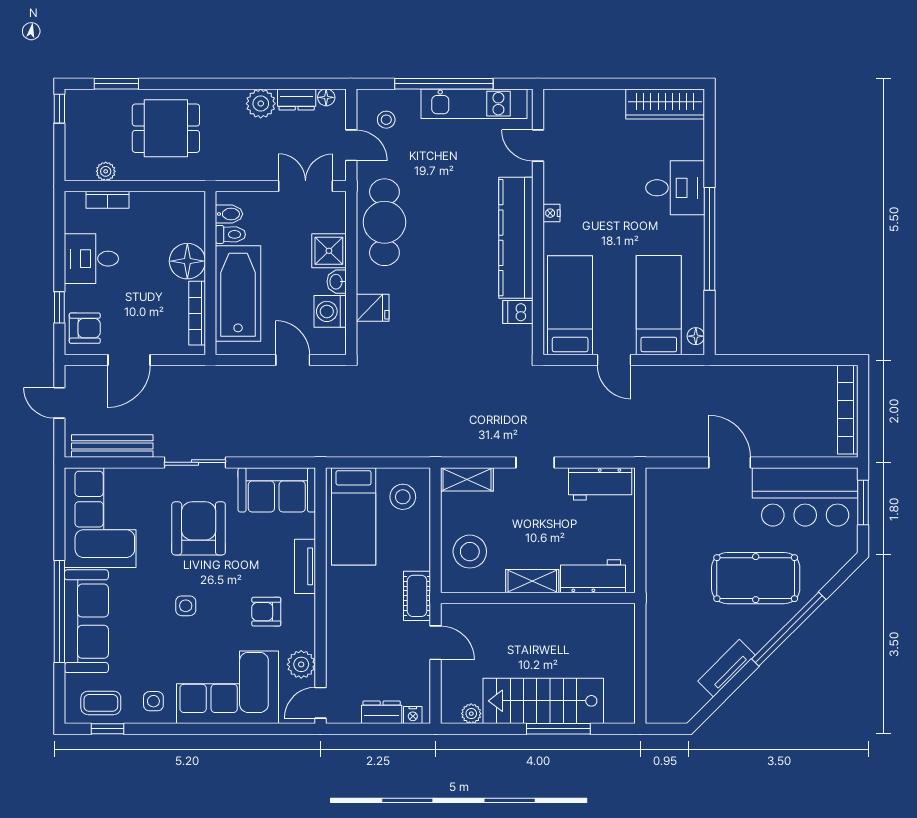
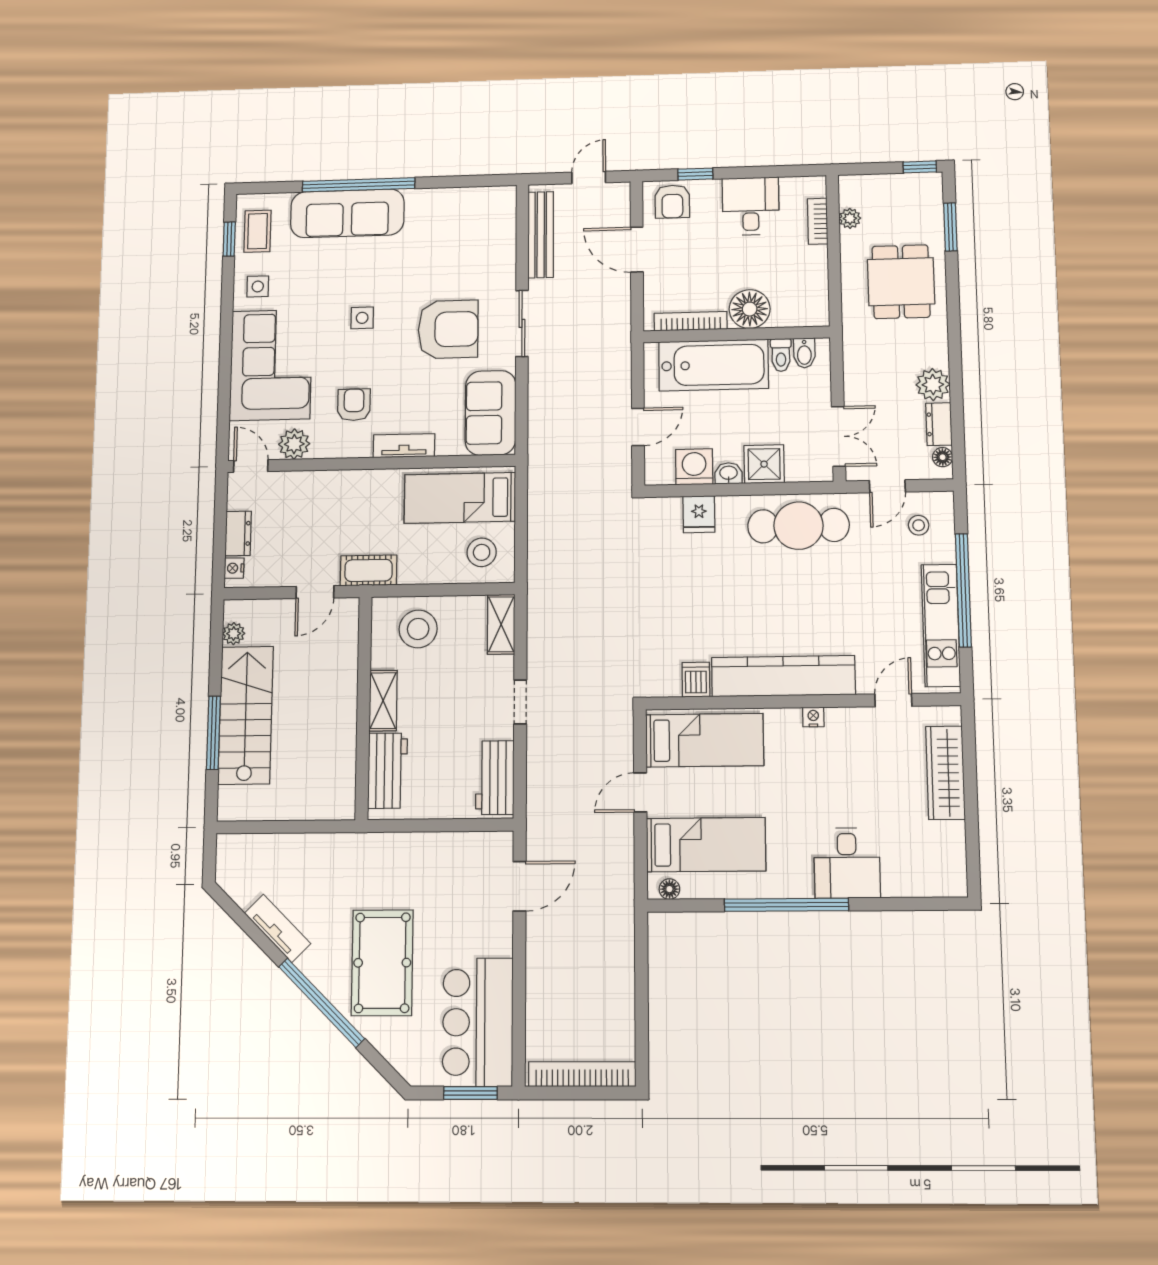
wardrobe: (665, 104) -> (945, 773), moved
door: (730, 462) -> (519, 886), moved
corner sofa: (100, 518) -> (461, 224), removed

